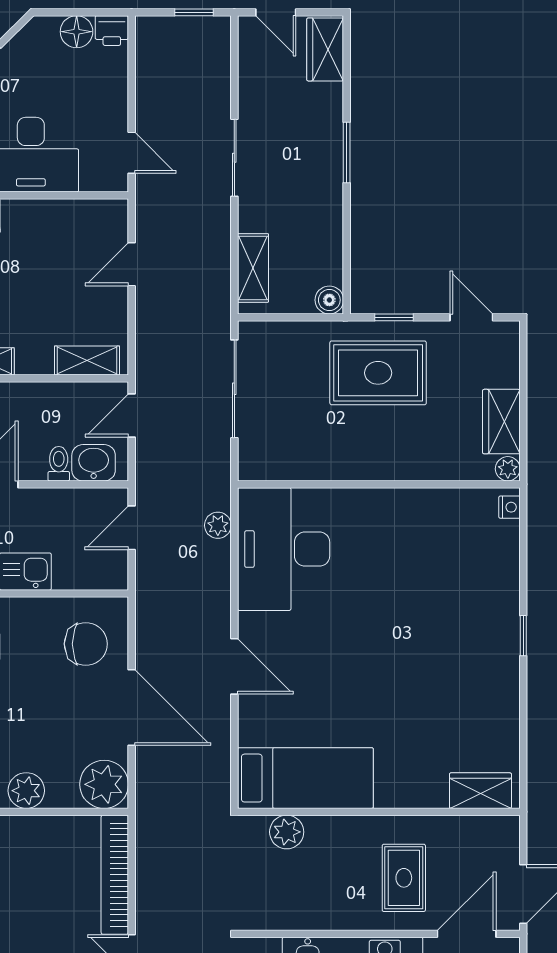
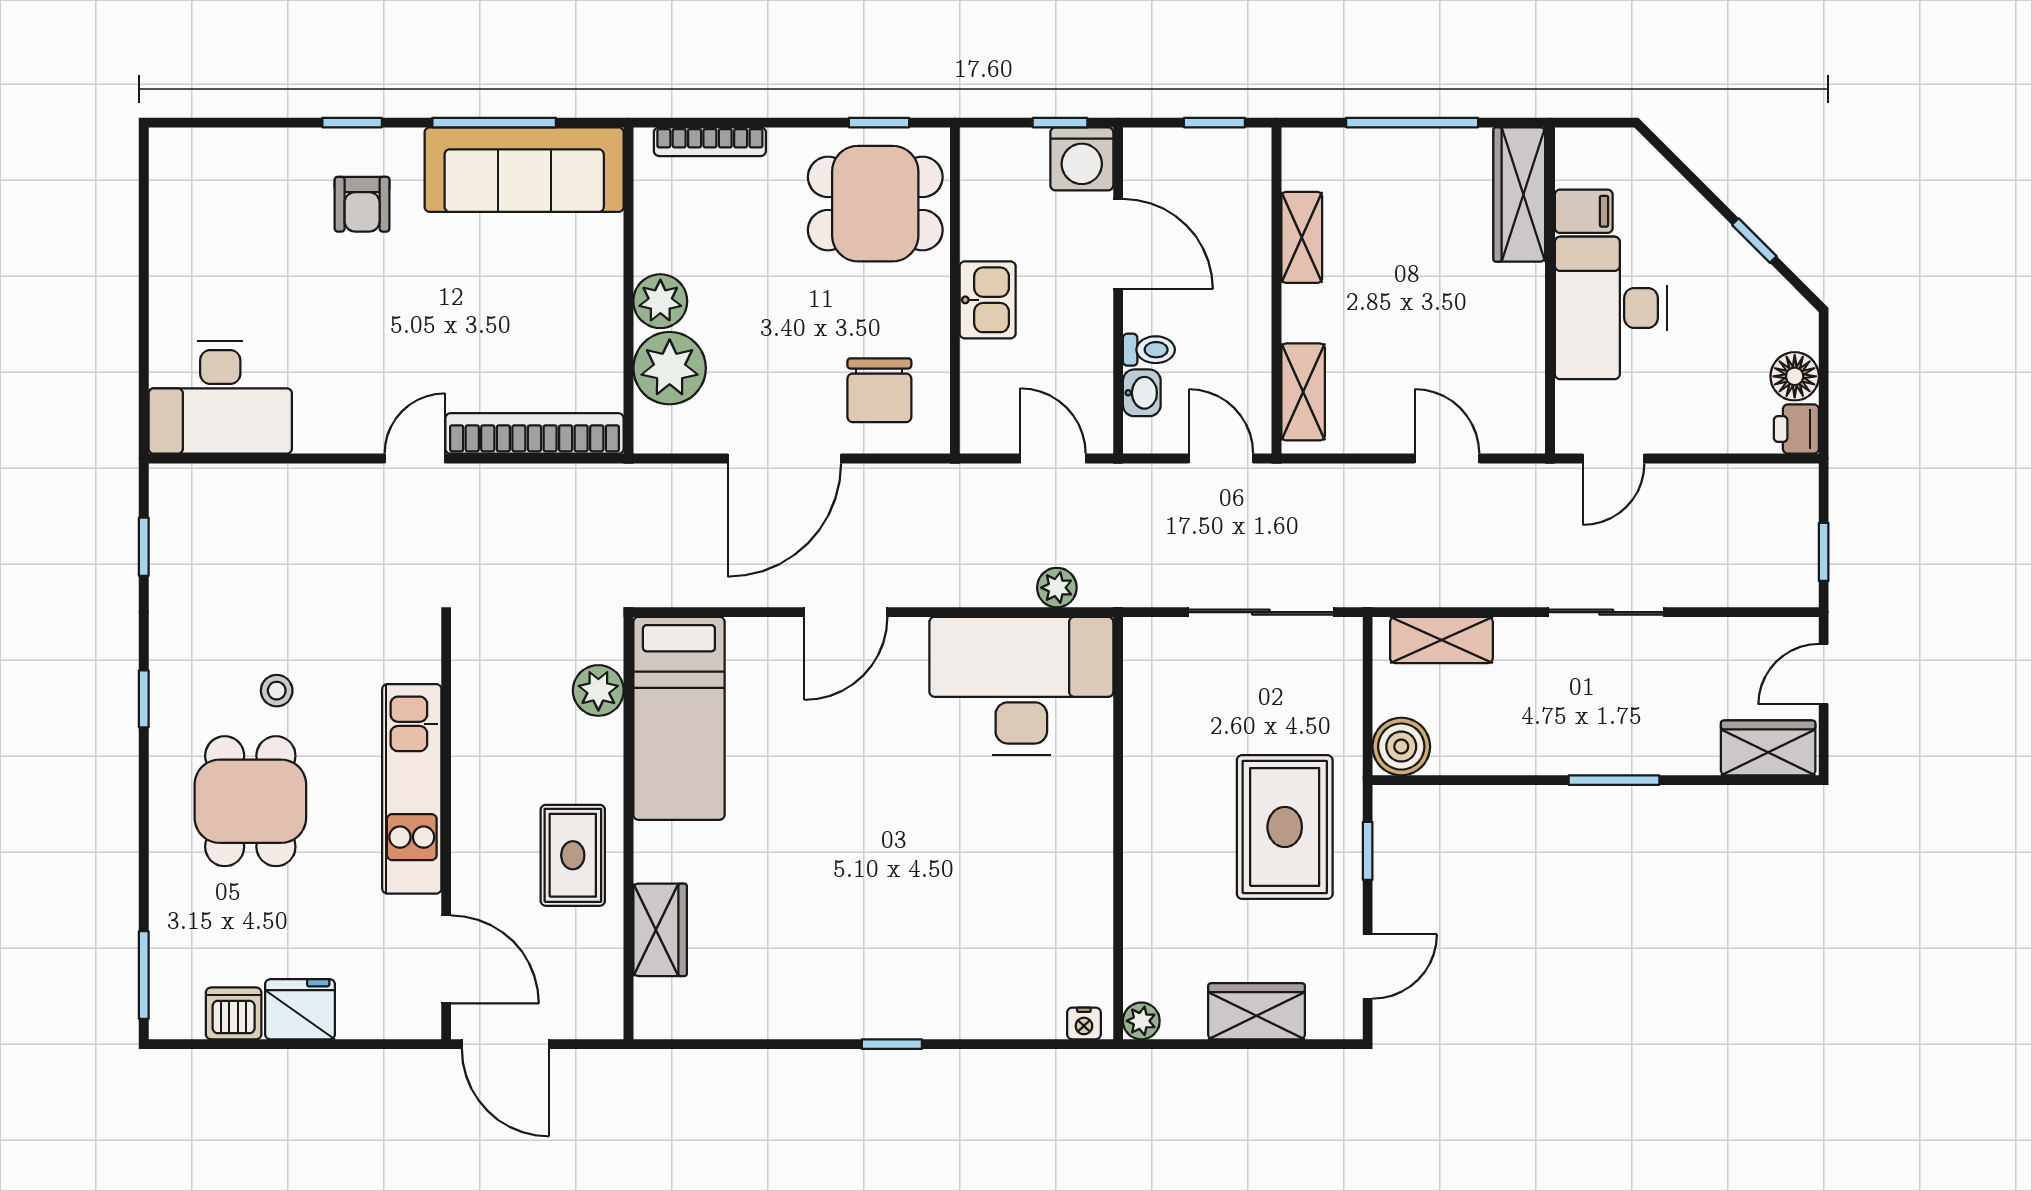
boiler: (329, 300) -> (1401, 747), width x1.36, depth x1.36
wardrobe: (501, 422) -> (1256, 1011), moved
washbasin: (94, 463) -> (1142, 393), width x0.72, depth x0.69
plant: (104, 784) -> (670, 368), moved
wardrobe: (480, 791) -> (660, 930), moved
rug: (404, 878) -> (573, 855), moved, turned 90

